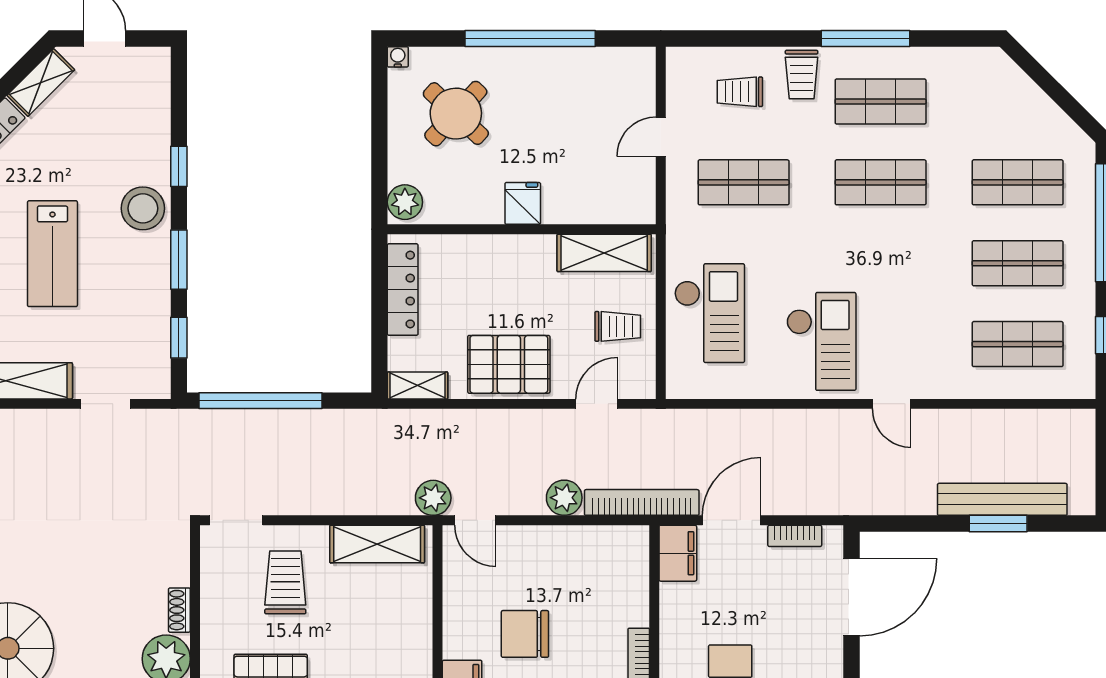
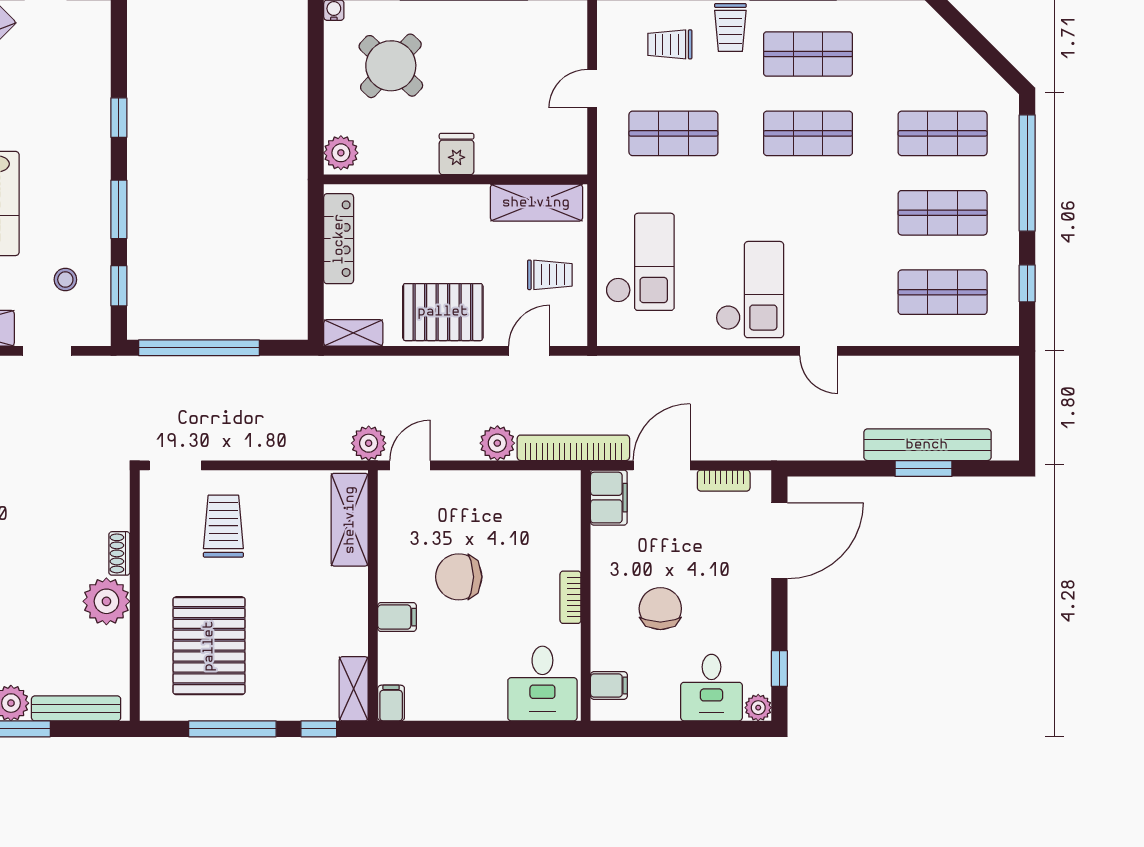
stool: (143, 208) -> (65, 280), moved, width x0.53, depth x0.53
door: (475, 520) -> (410, 465), swing flipped
shelving: (377, 544) -> (350, 520), moved, turned 90

